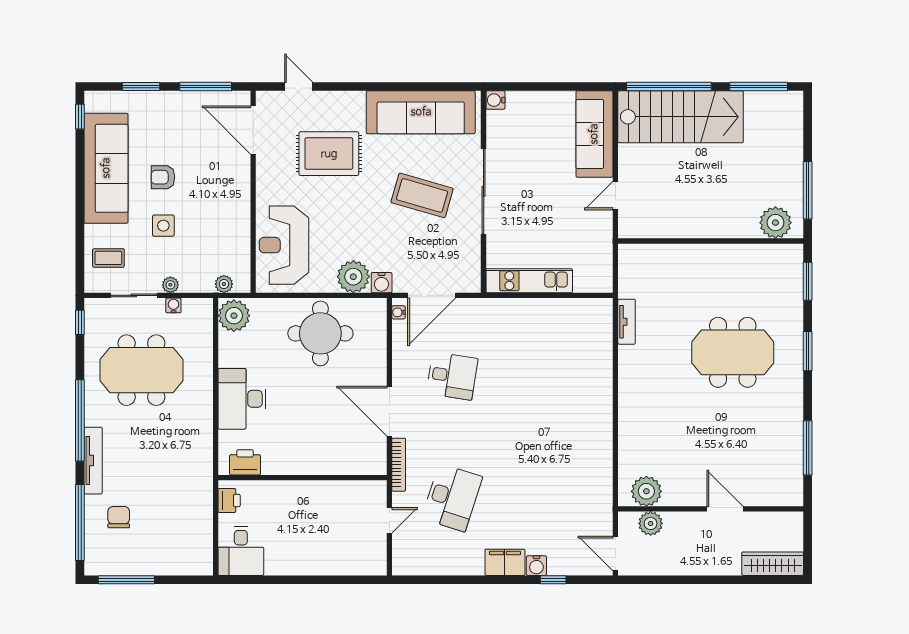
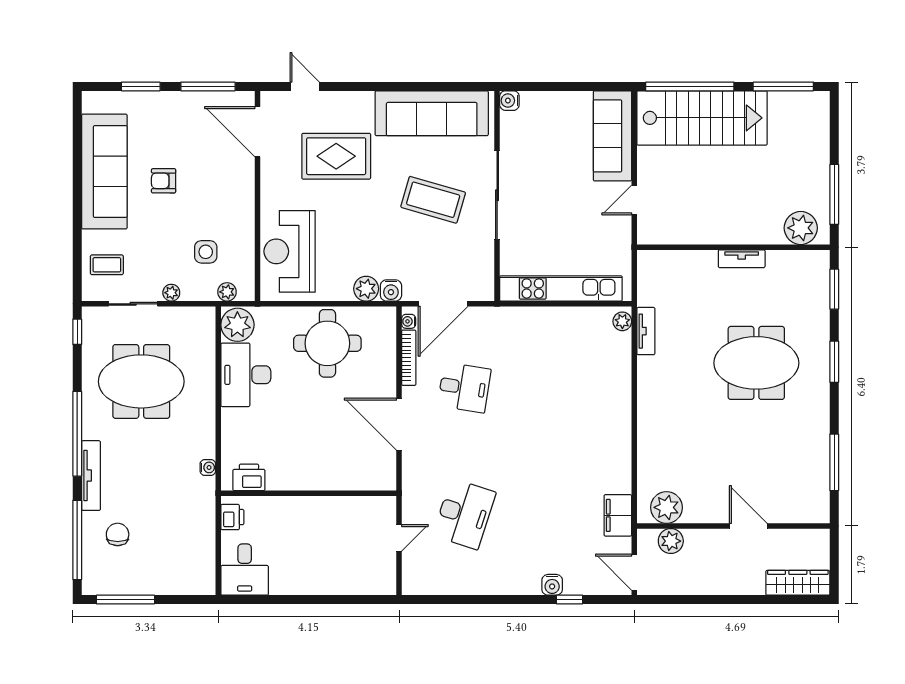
window: (80, 117) -> (77, 118), removed
side table: (163, 226) -> (206, 252), moved
tv unit: (719, 252) -> (742, 259), added
plant: (353, 277) -> (366, 289), width x0.73, depth x0.73
kitchen unit: (529, 281) -> (561, 288), width x1.36
water cooler: (173, 305) -> (208, 467), moved, turned 90
plant: (604, 312) -> (622, 321), added
desk: (242, 399) -> (246, 375), moved
bookcase: (399, 465) -> (409, 358), moved
filing cabinet: (505, 562) -> (618, 515), moved, turned -90

